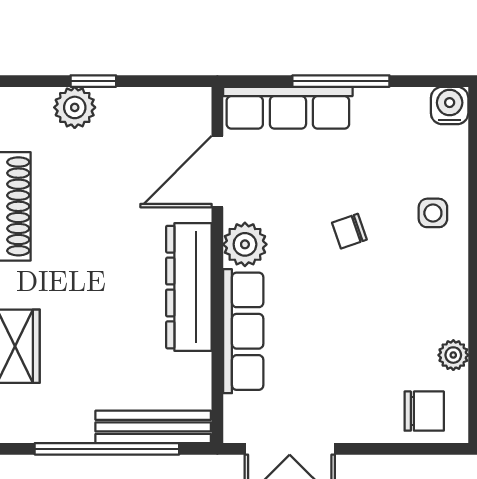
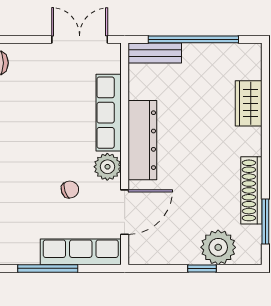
plant: (75, 107) -> (218, 247), width x1.36, depth x1.36
chair: (349, 231) -> (70, 190), moved
bench: (153, 427) -> (155, 53), width x0.73

